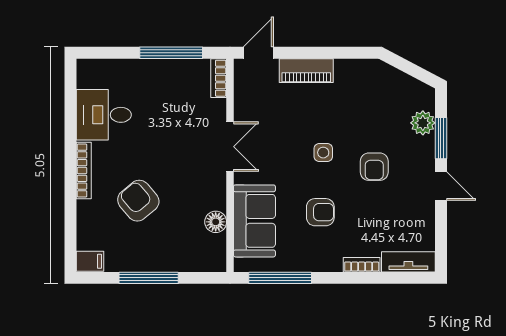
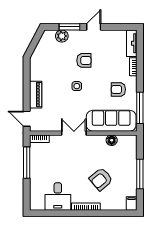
armchair: (320, 212) -> (118, 89), moved, turned -90
sofa: (254, 221) -> (111, 121), width x1.36

